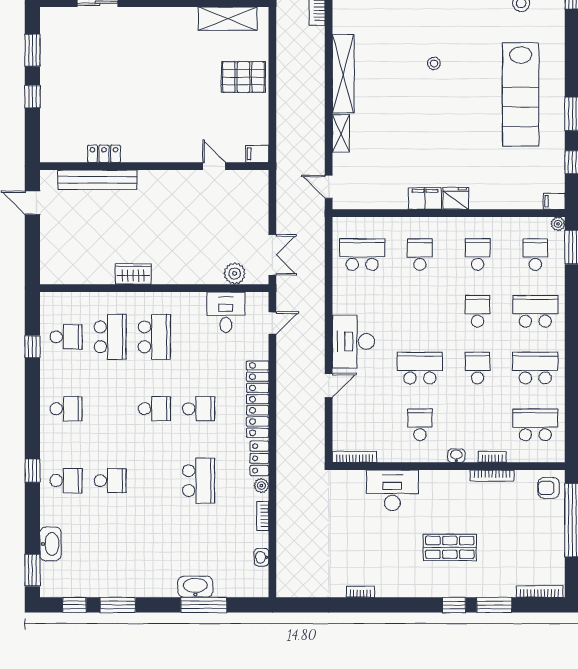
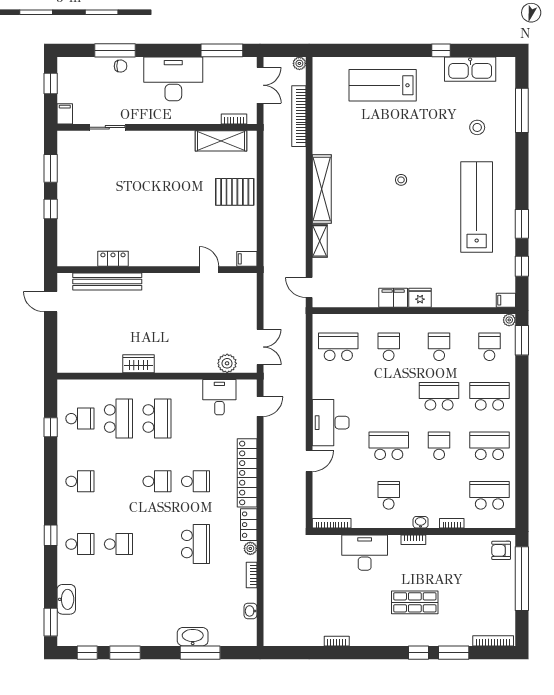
lab bench: (521, 94) -> (477, 207), turned 180
school desk: (478, 311) -> (439, 396), width x1.85
bookcase: (492, 476) -> (413, 540), moved, width x0.64

